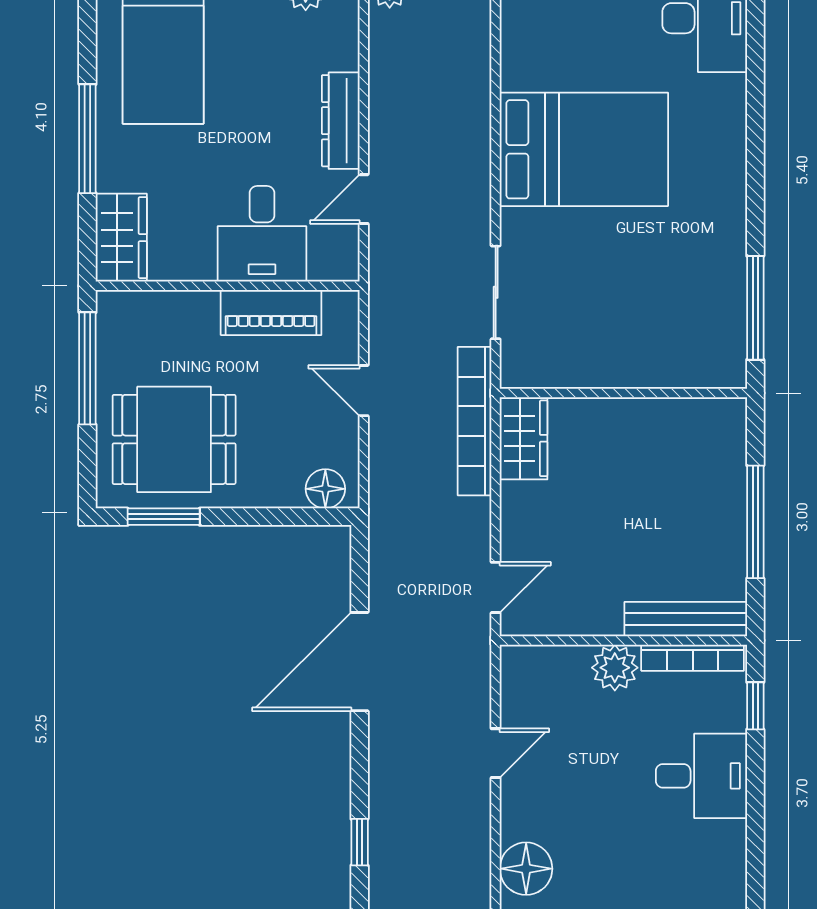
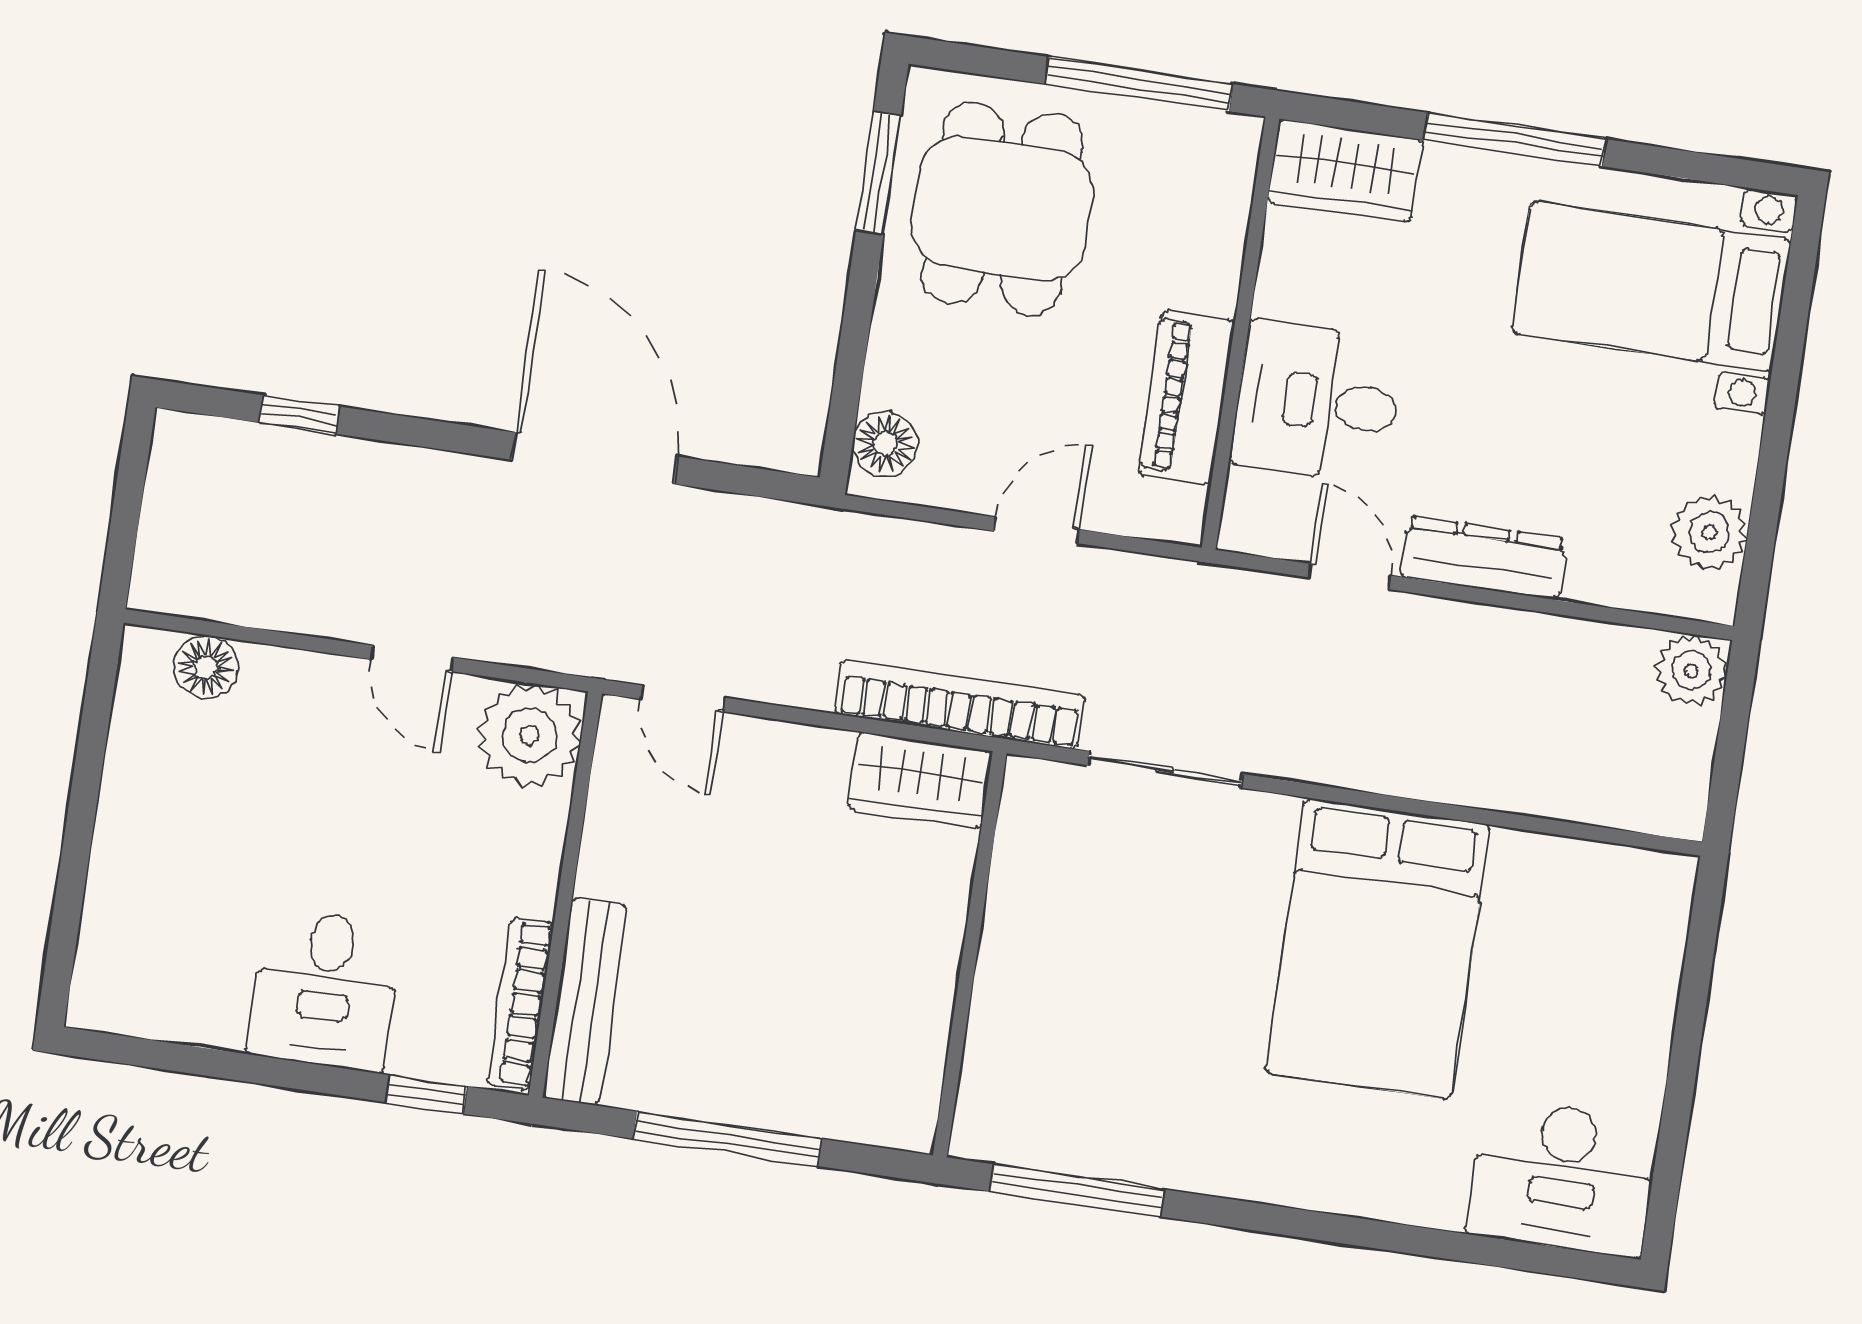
plant: (615, 668) -> (529, 735), moved, width x1.36, depth x1.36
floor lamp: (526, 869) -> (206, 667), width x0.73, depth x0.73

